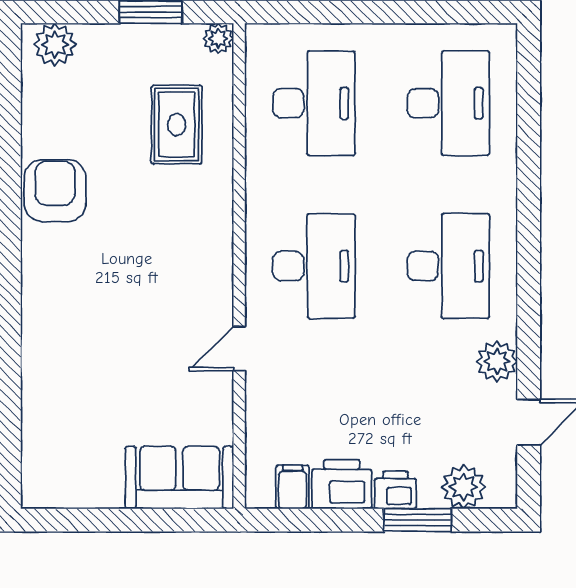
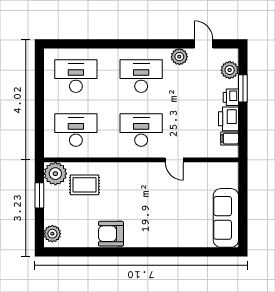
plant: (218, 38) -> (55, 174), width x1.87, depth x1.87
sofa: (179, 478) -> (226, 218), moved, width x1.36

